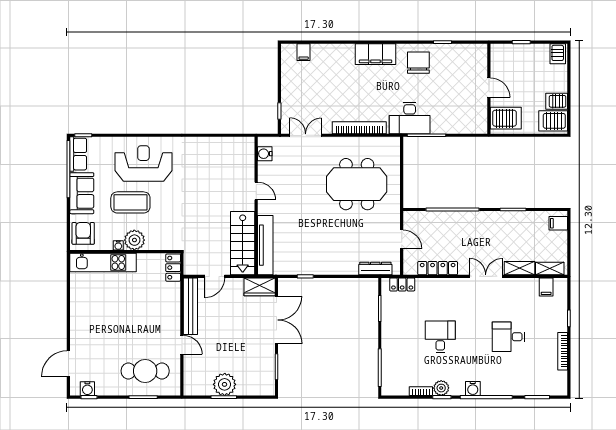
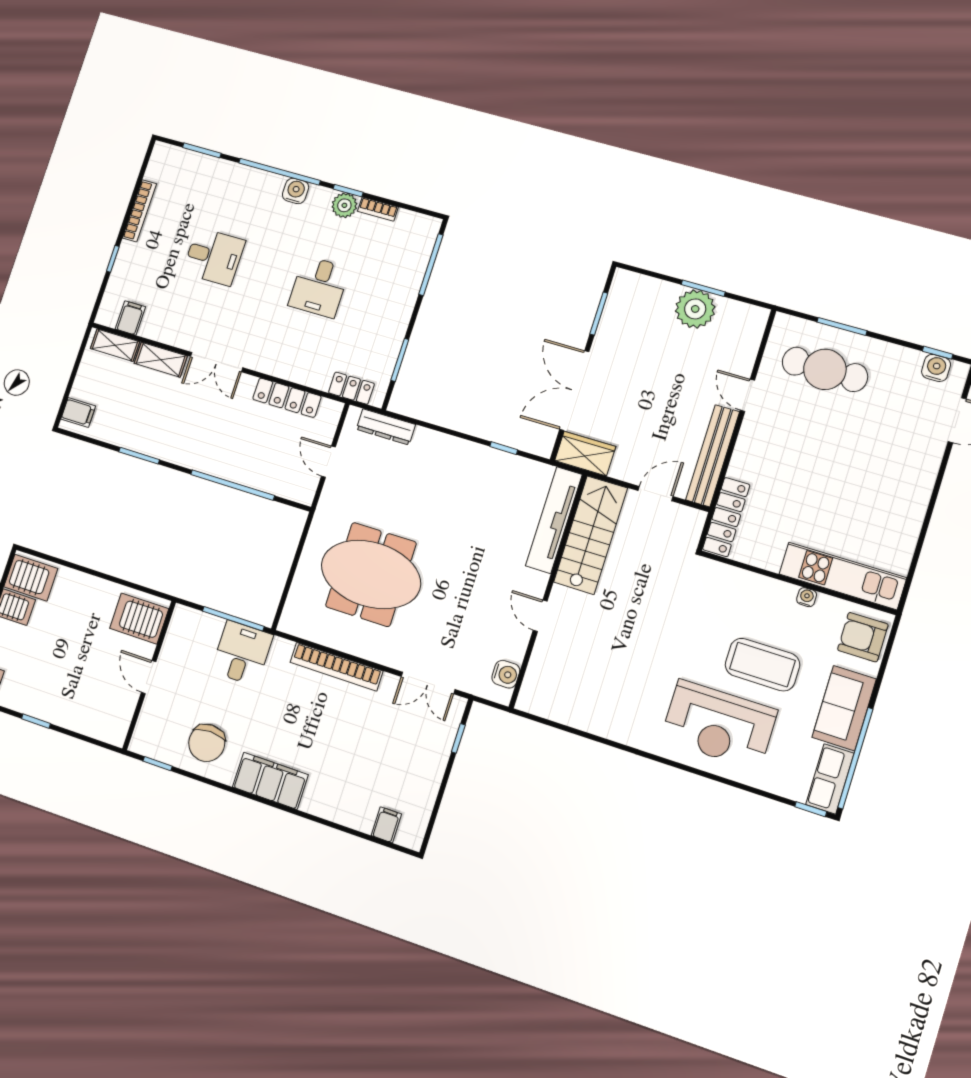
door: (489, 88) -> (149, 677), moved
wall: (489, 89) -> (149, 675), moved
desk: (410, 118) -> (242, 653), width x0.73
server rack: (506, 118) -> (139, 619), moved
armchair: (83, 233) -> (863, 637), turned 90
plant: (134, 240) -> (775, 598), removed
locker: (173, 268) -> (726, 517), width x1.53

